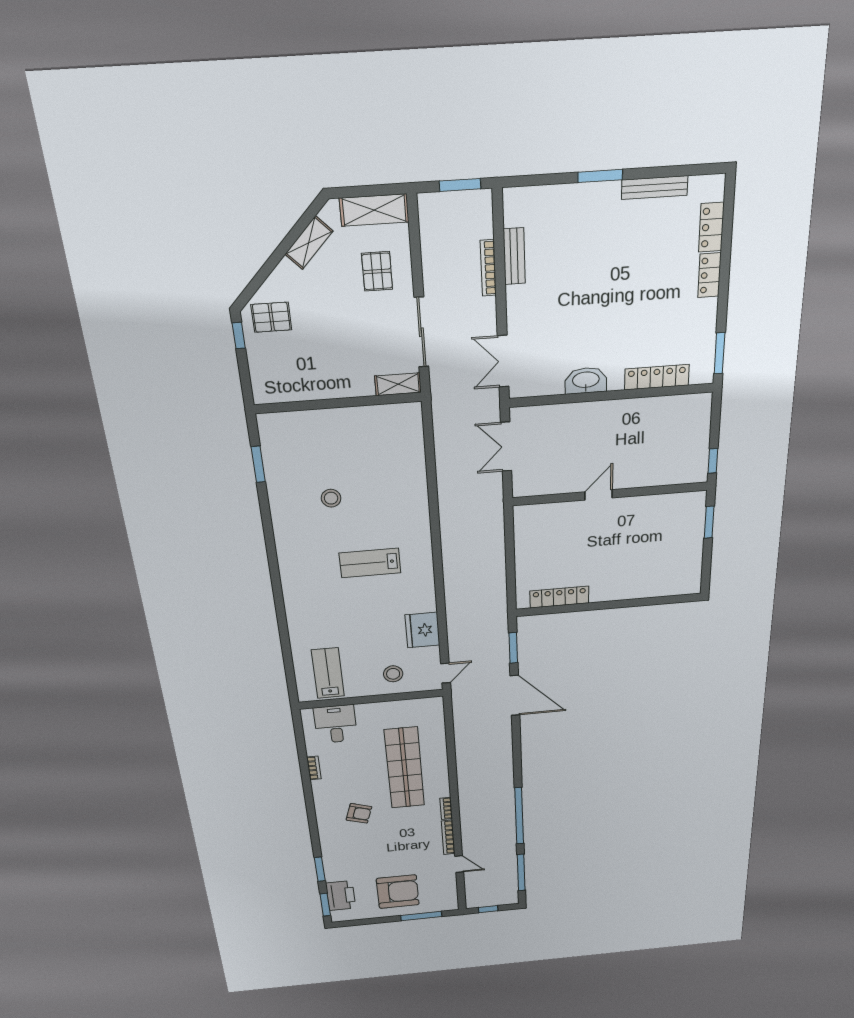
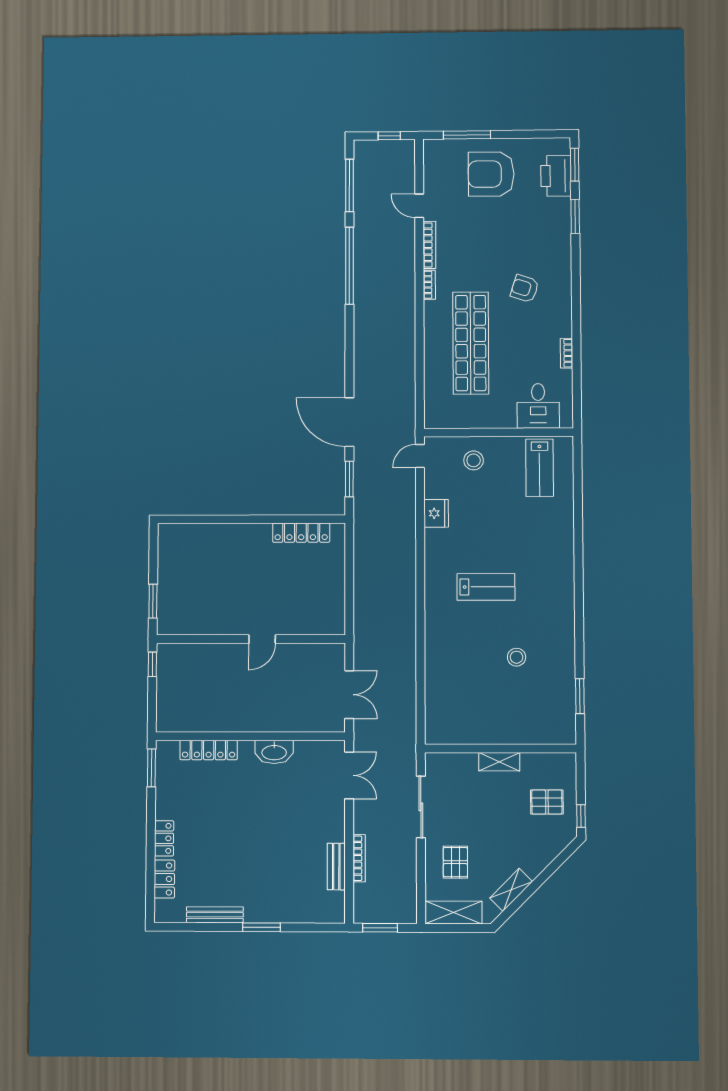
pallet: (271, 317) -> (547, 802), moved
shelving: (398, 384) -> (499, 762), moved
fridge: (422, 630) -> (436, 513), width x0.73, depth x0.75

